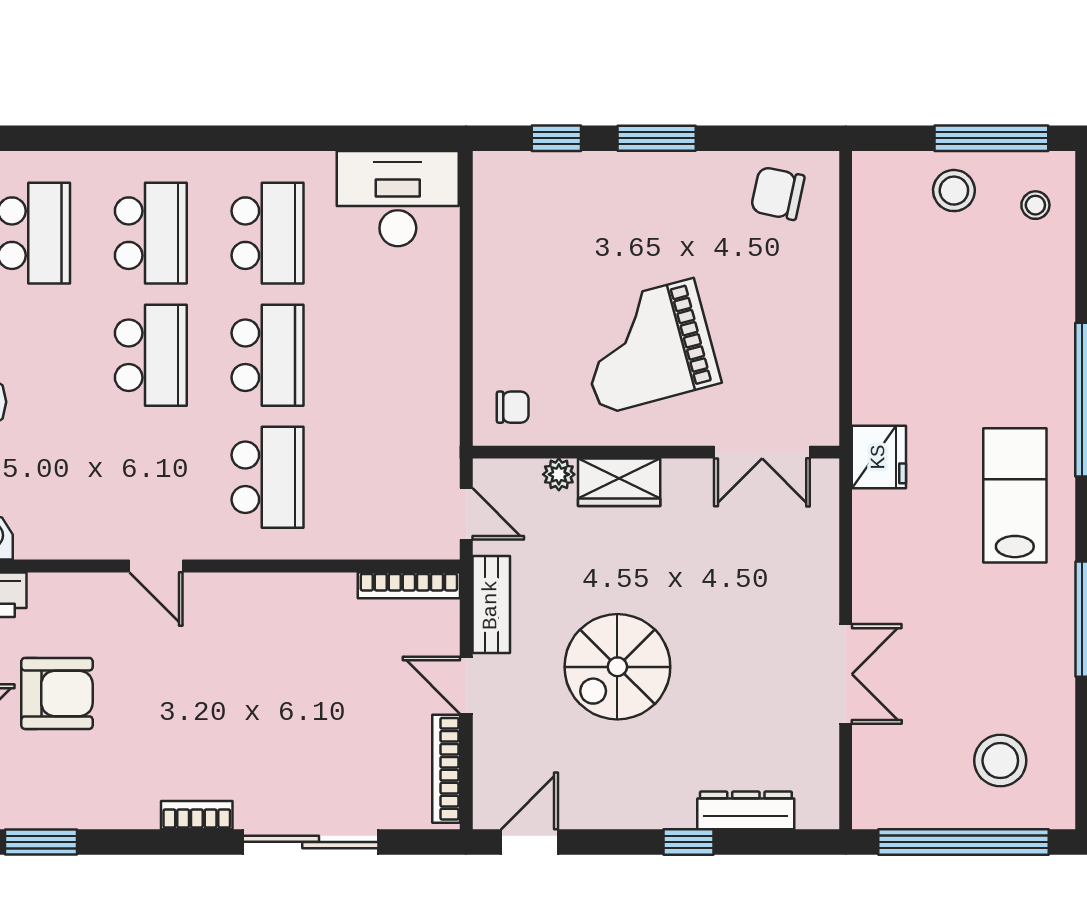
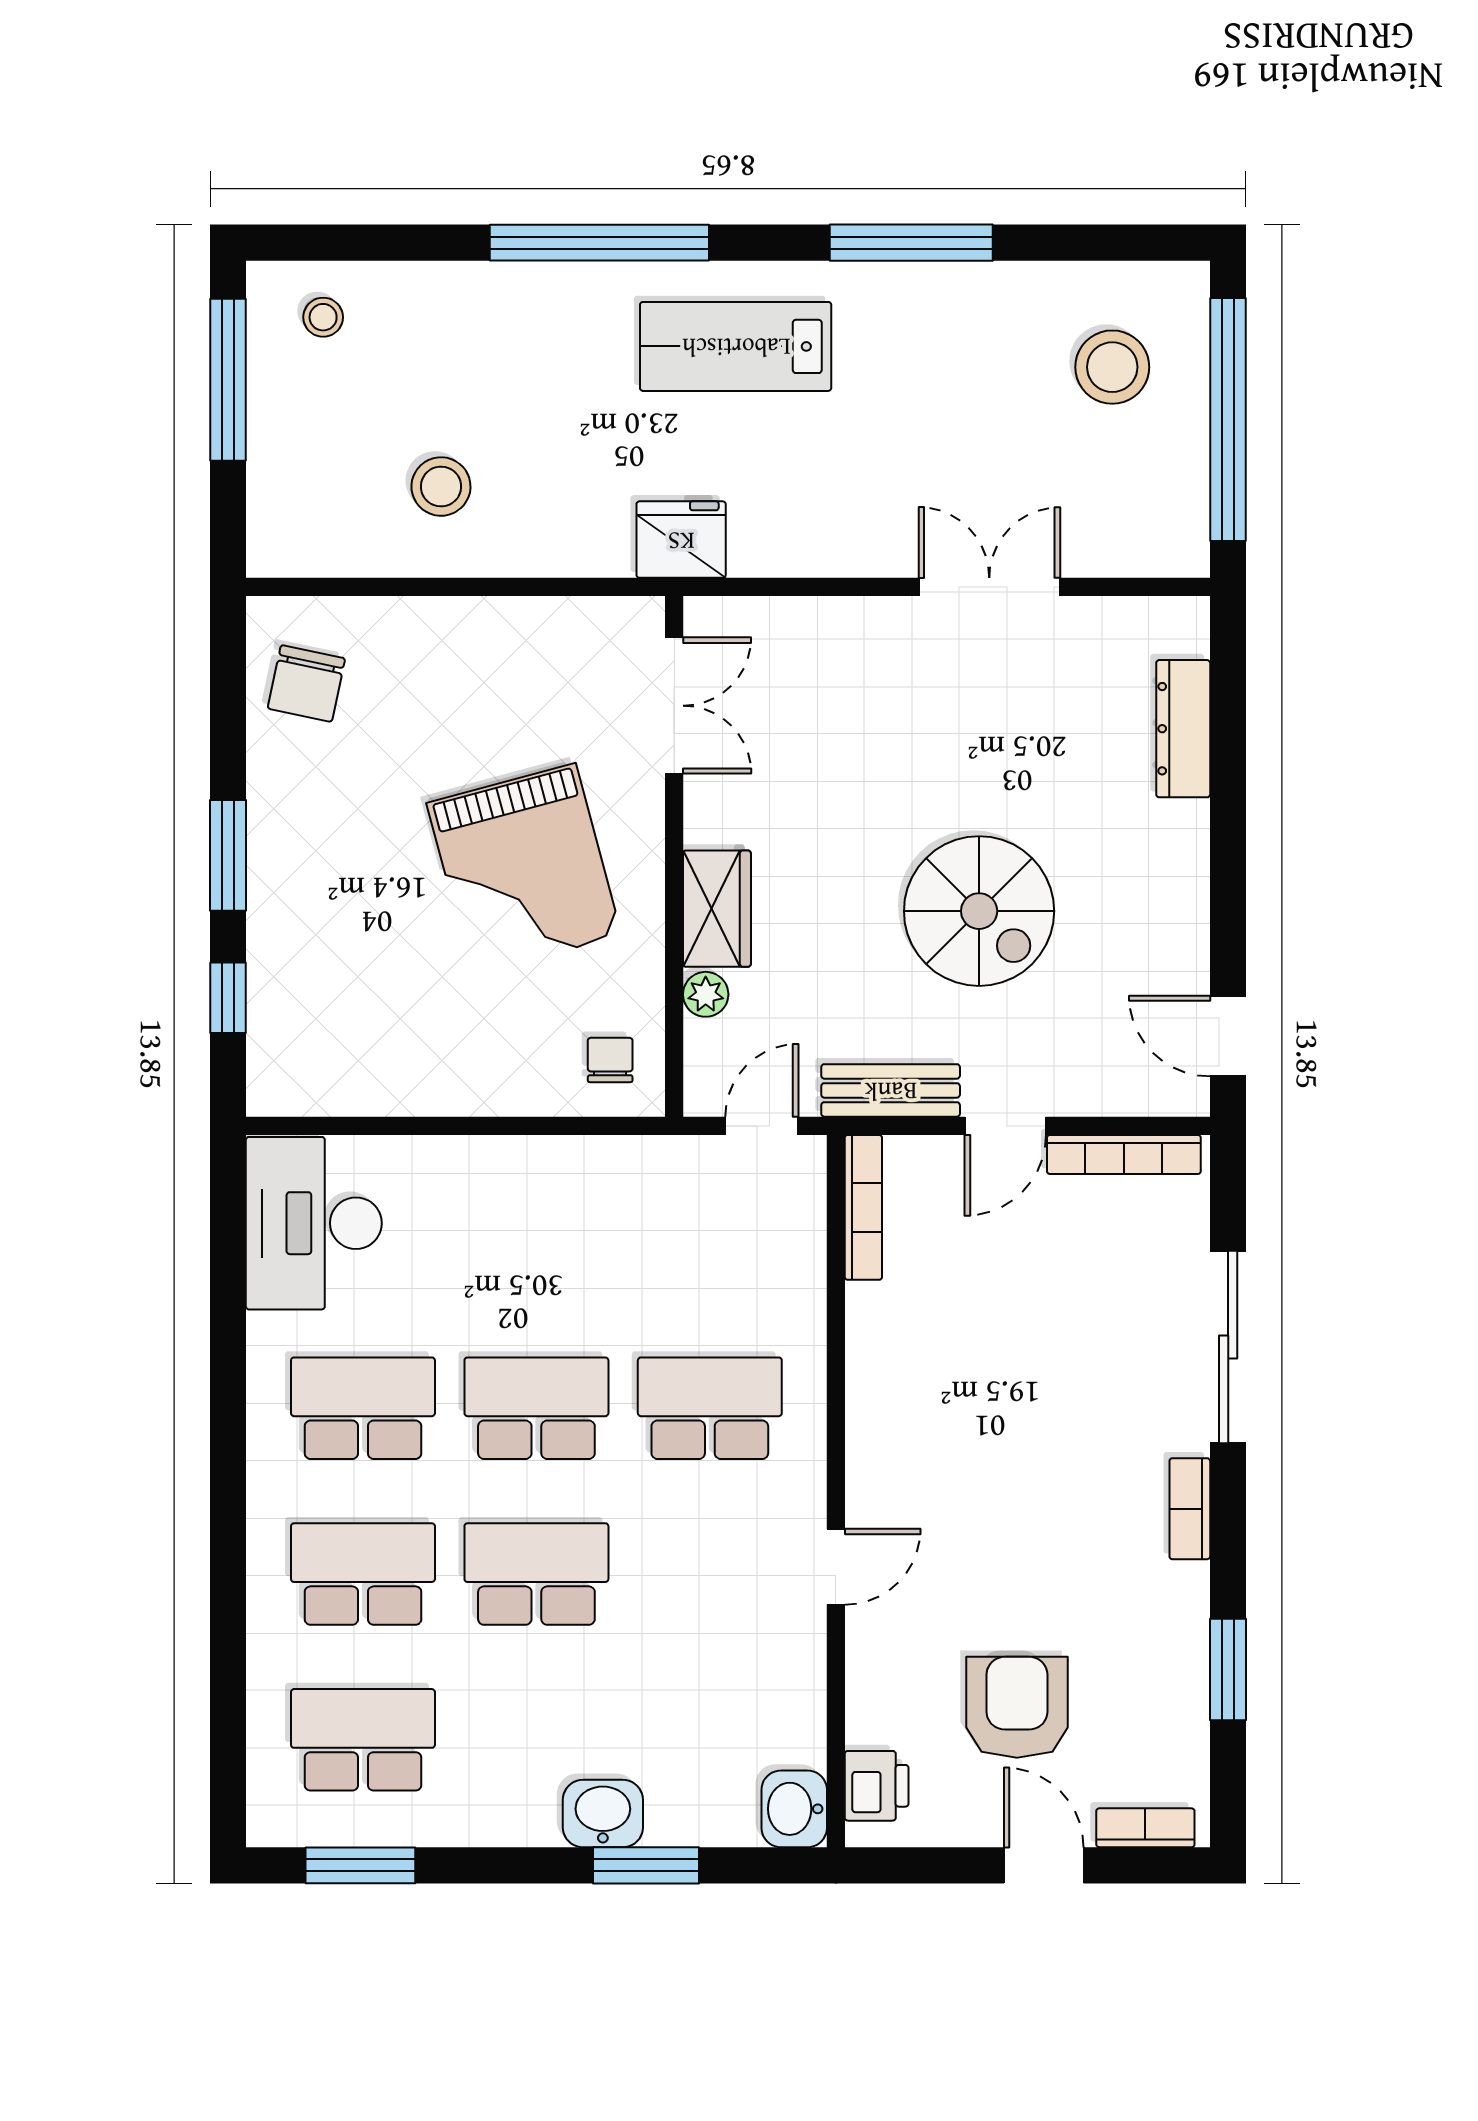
stool: (954, 191) -> (441, 487), moved
window: (41, 842) -> (1228, 1669), moved
window: (689, 842) -> (1228, 810), removed

